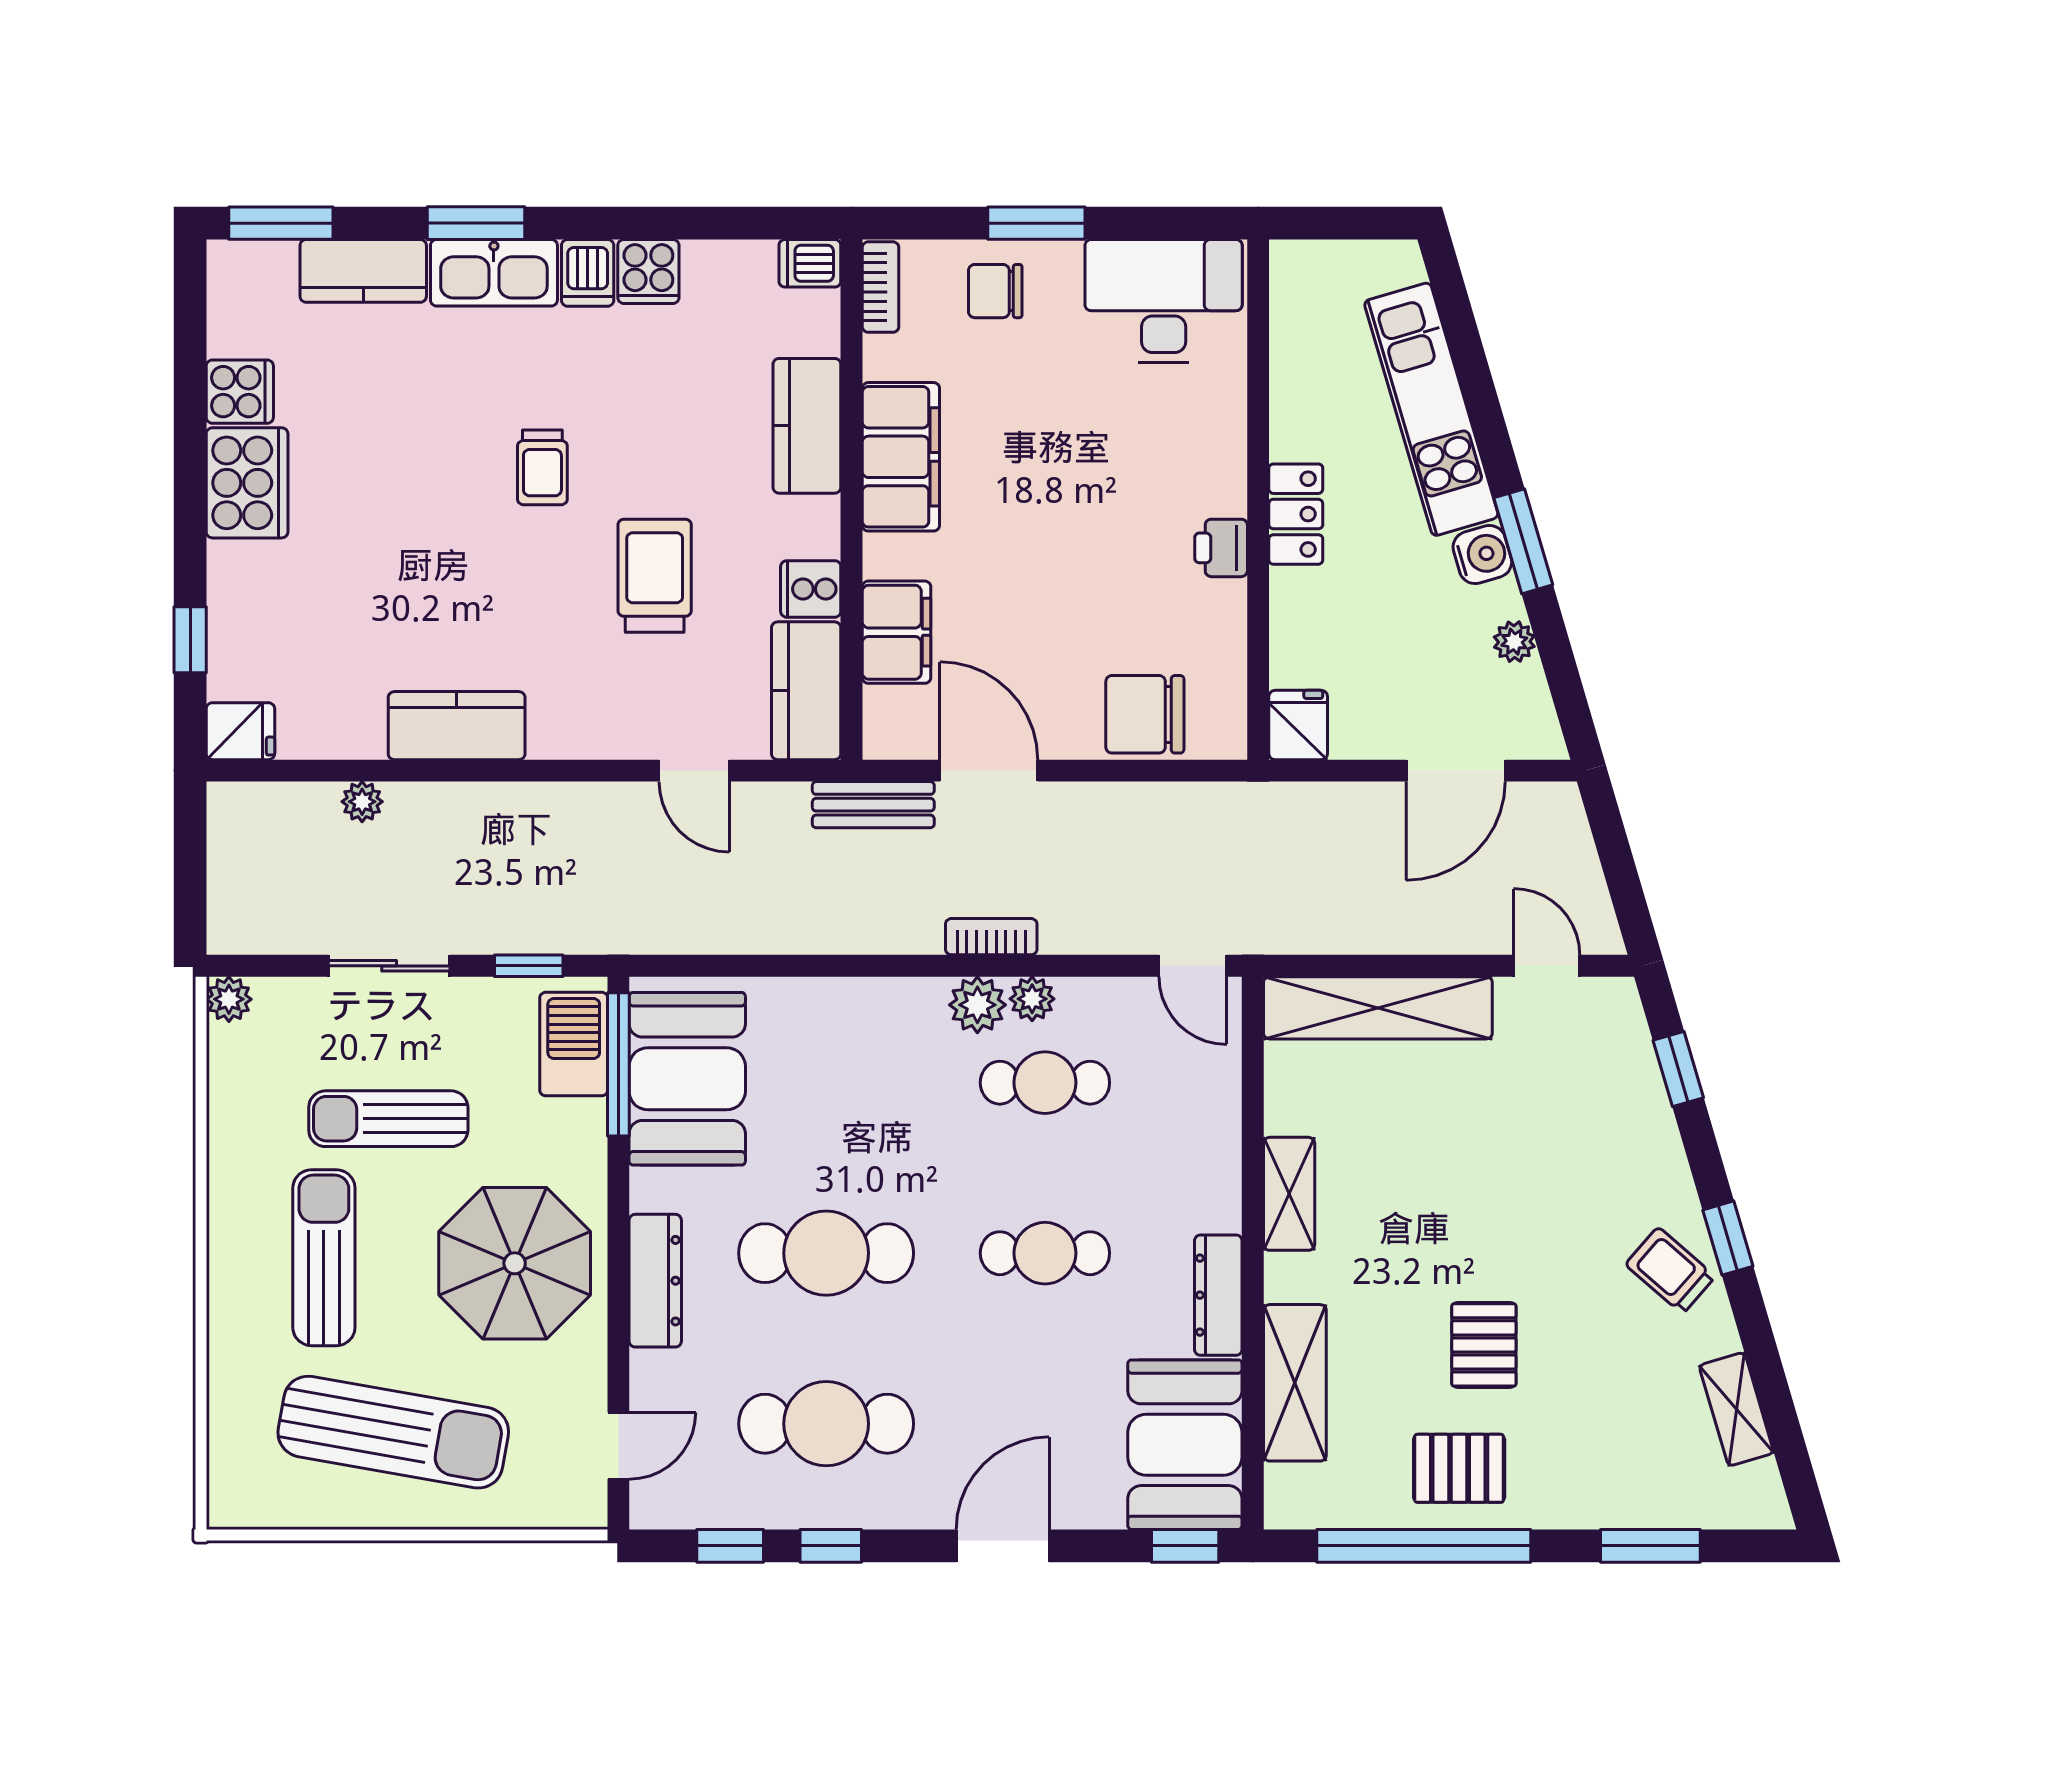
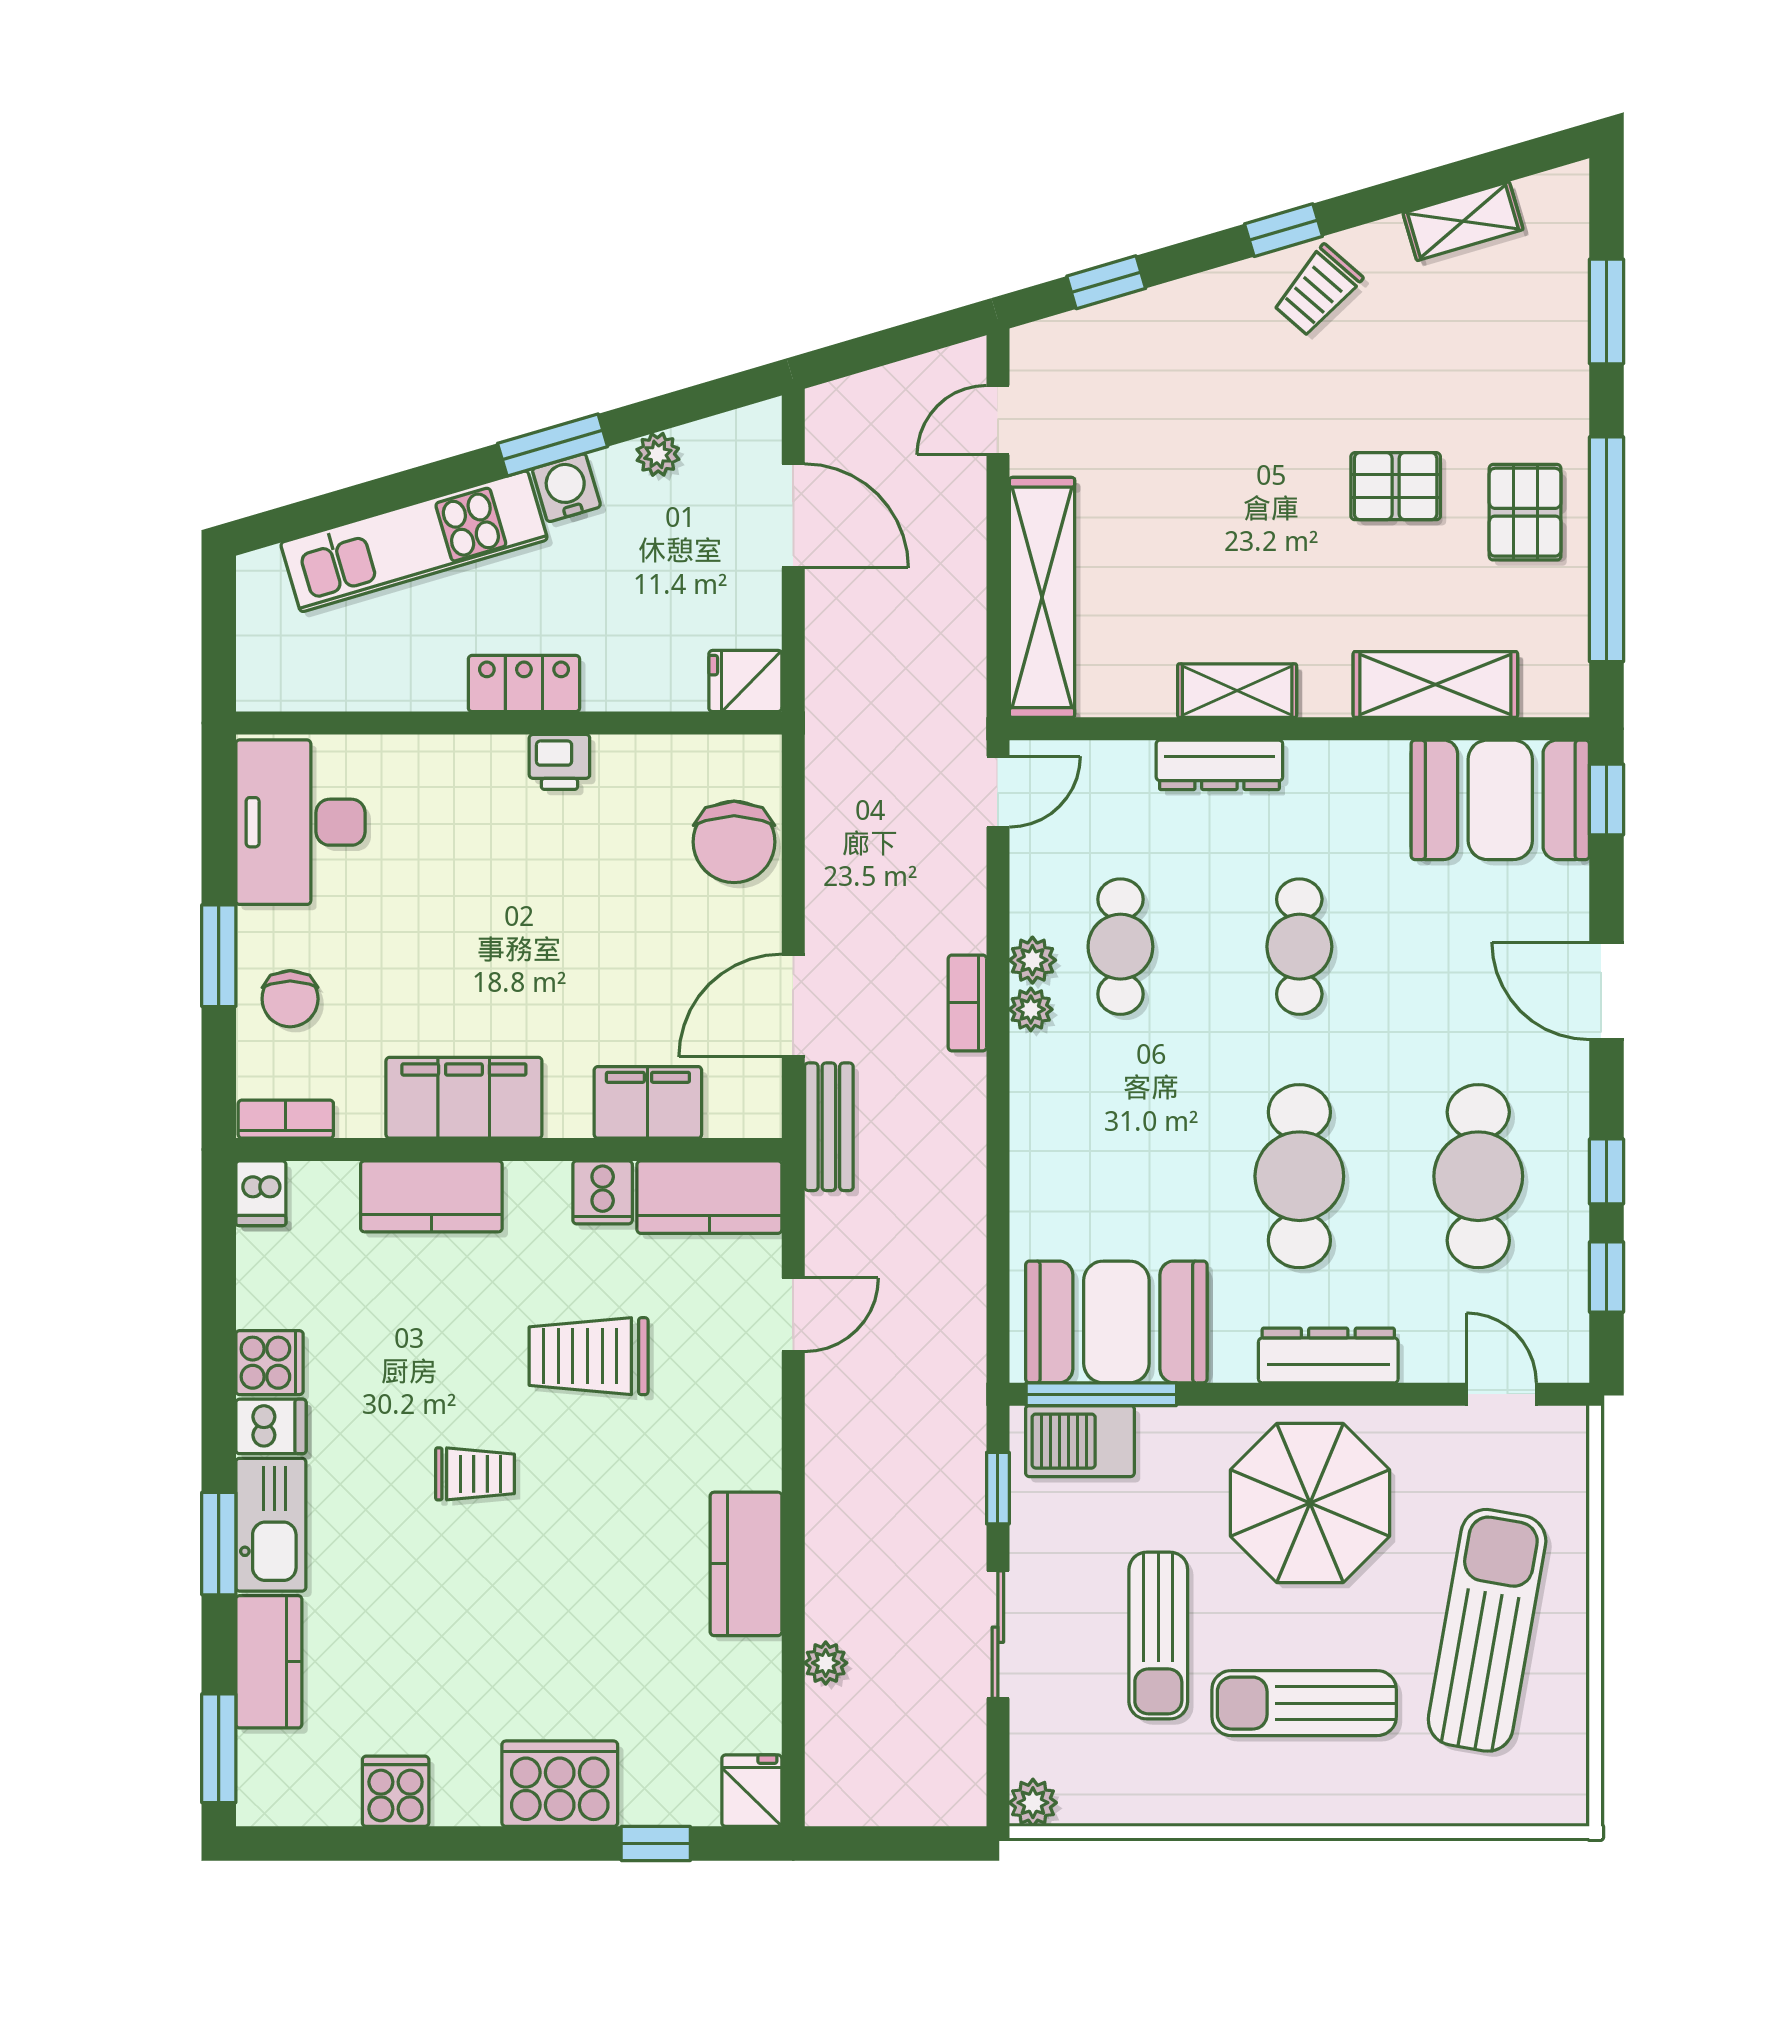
cooker: (247, 483) -> (560, 1784), moved
plant: (977, 1005) -> (1031, 1009), width x0.73, depth x0.73
dresser: (1218, 1295) -> (1219, 765), moved

